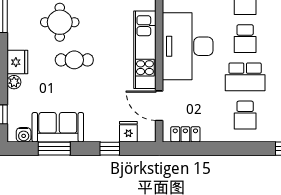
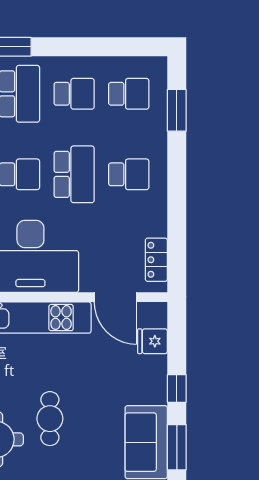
door: (159, 106) -> (115, 297), hinge flipped
window: (110, 149) -> (177, 388), moved

